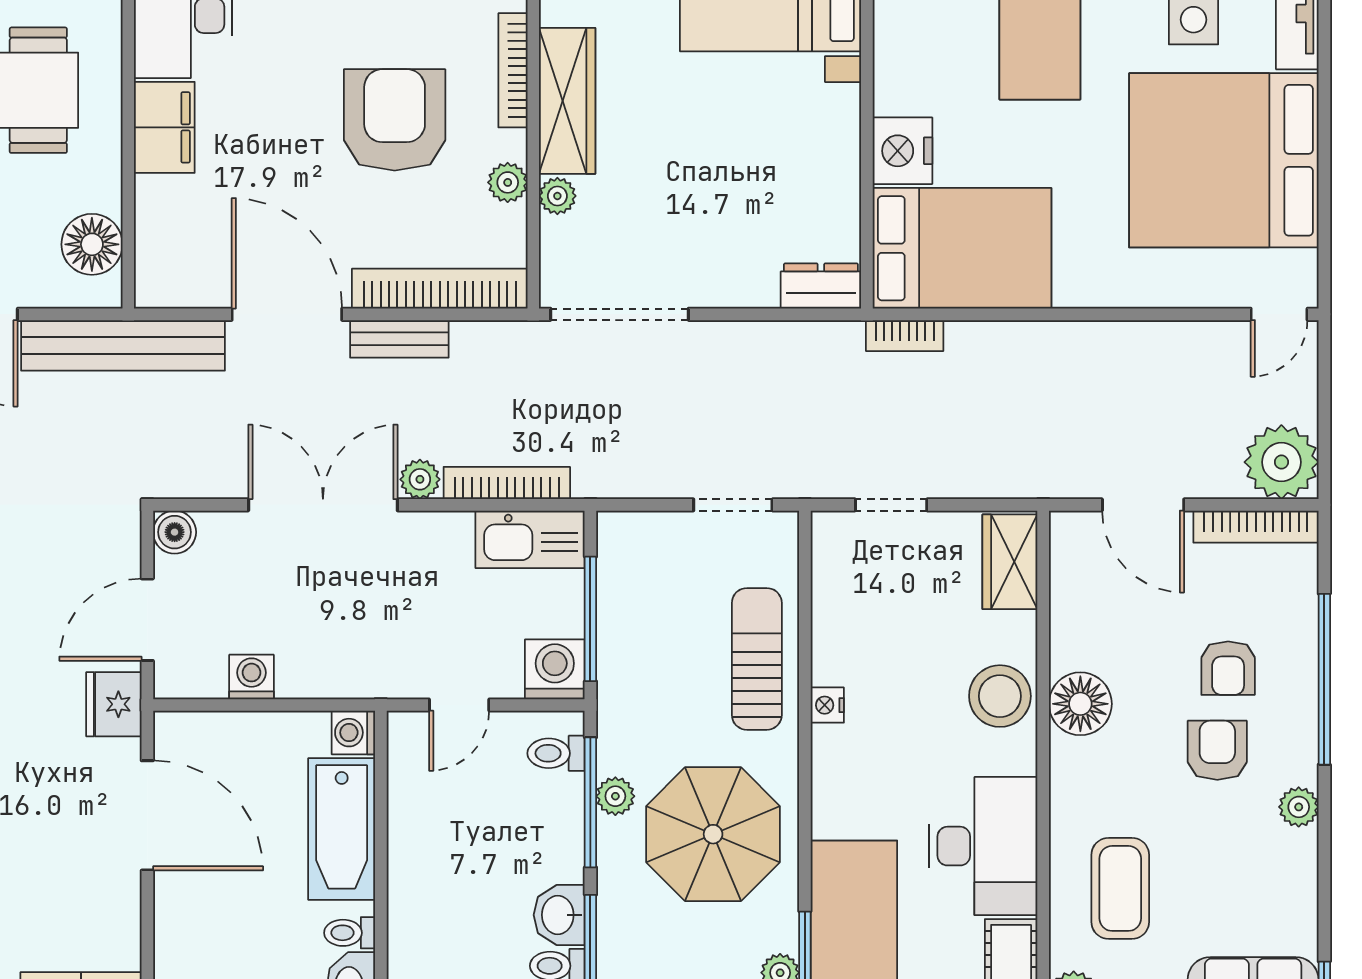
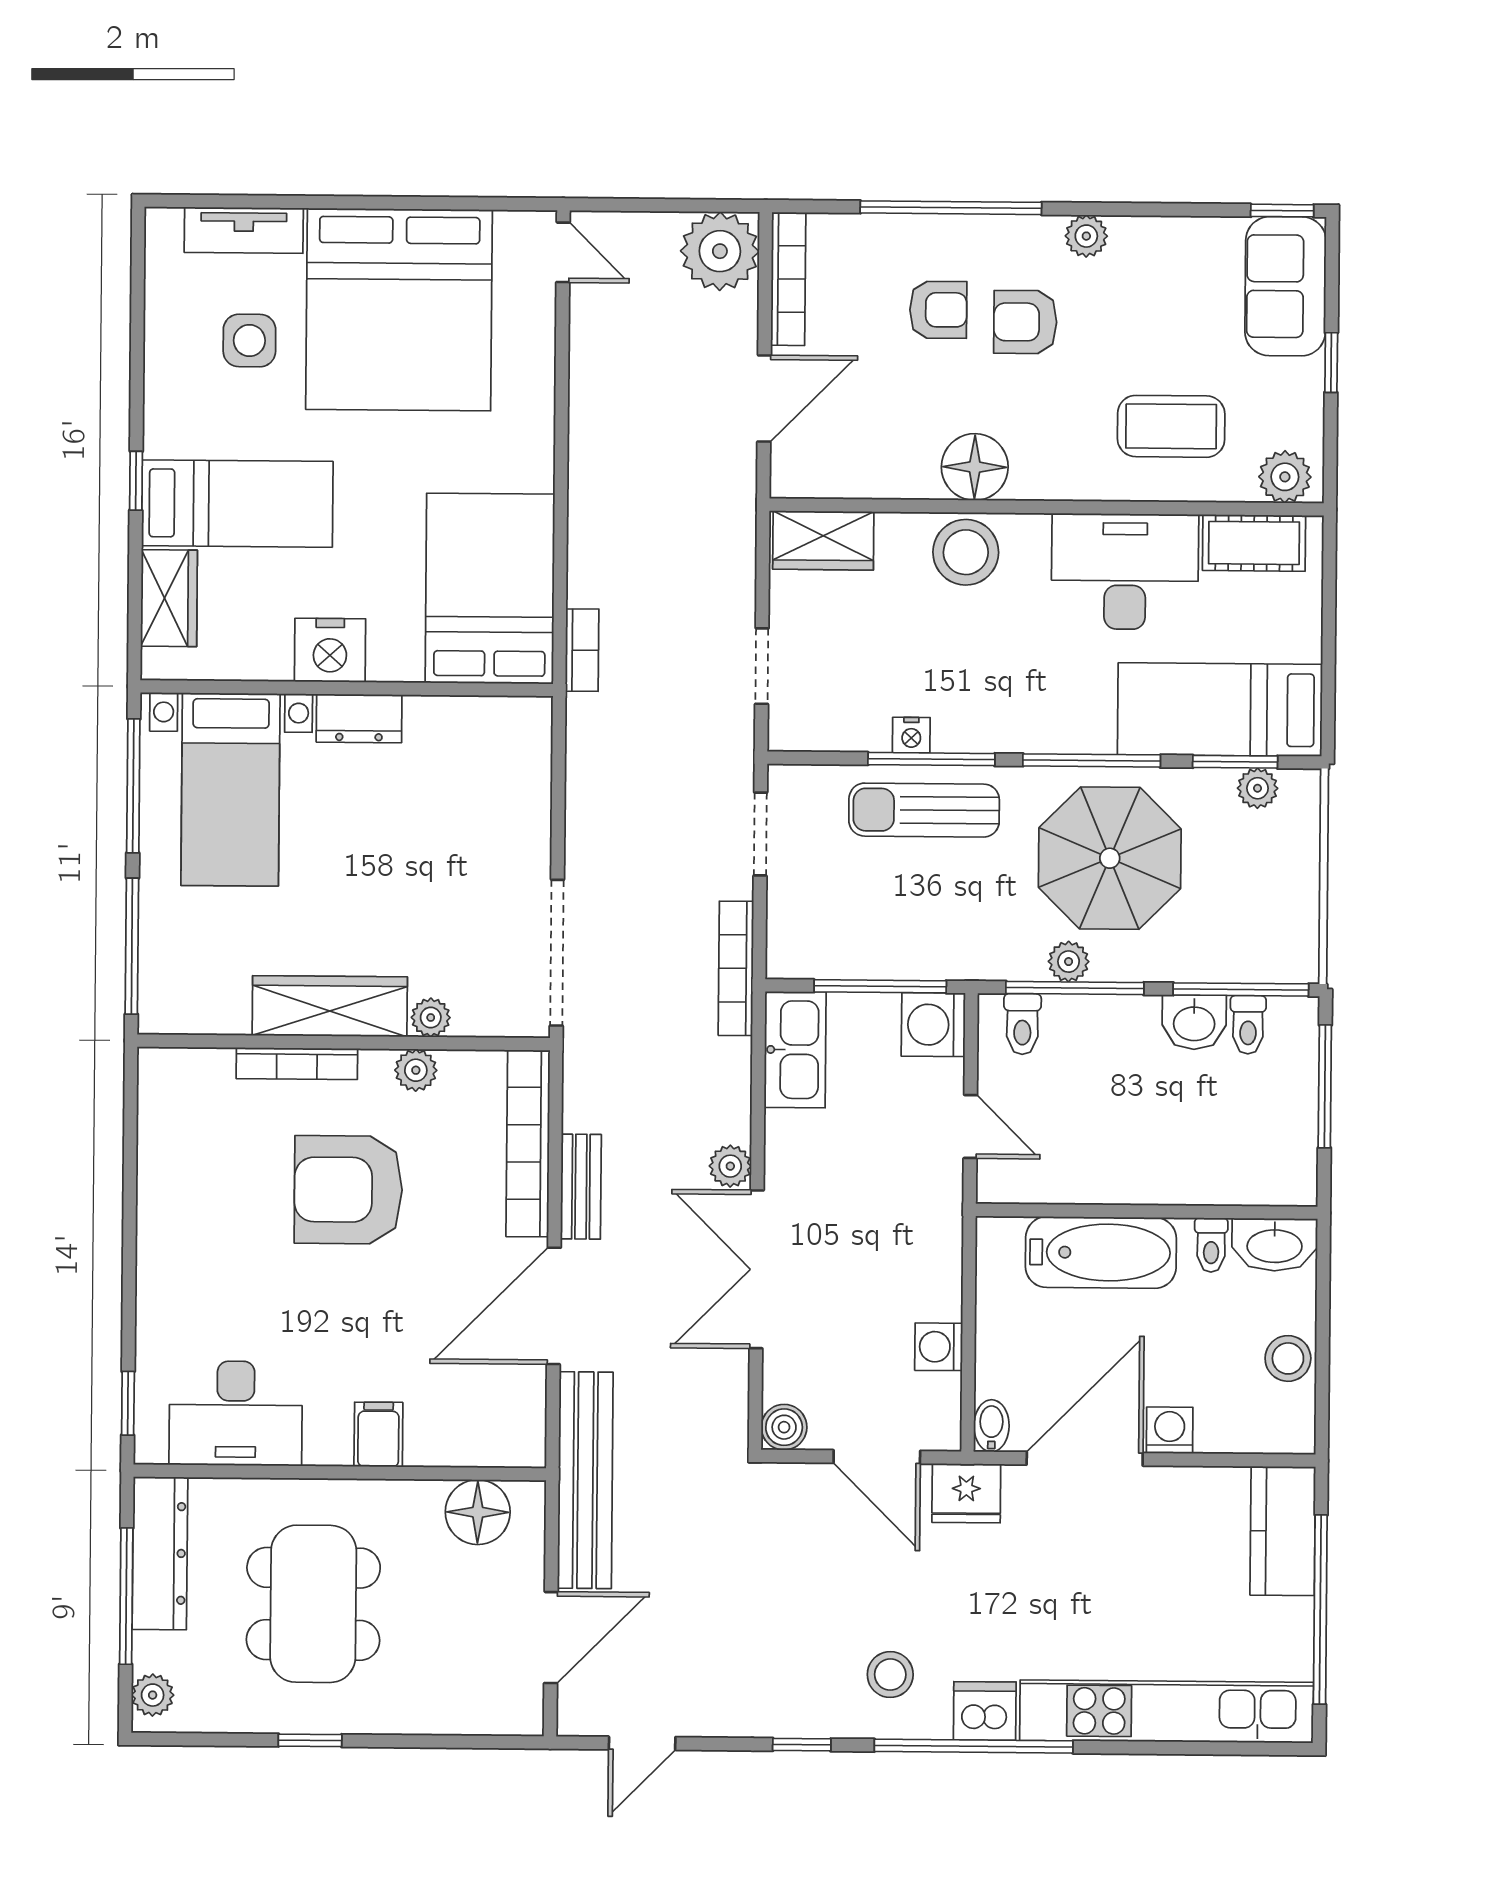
filing cabinet: (164, 127) -> (378, 1434), width x0.50
nightstand: (902, 151) -> (330, 650), moved
dresser: (821, 286) -> (359, 718), moved, turned -90
bookcase: (507, 483) -> (736, 968), moved
window: (805, 665) -> (931, 759), added
nightstand: (827, 705) -> (911, 735), moved
bidet: (178, 727) -> (991, 1426), added
washing machine: (353, 733) -> (1170, 1430), moved, turned 180
window: (805, 816) -> (1092, 760), added

